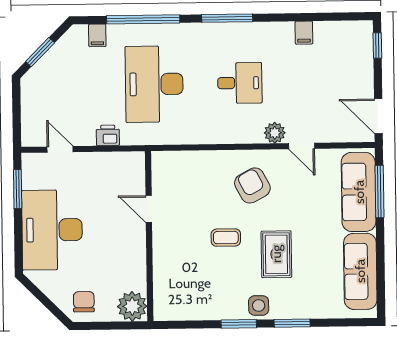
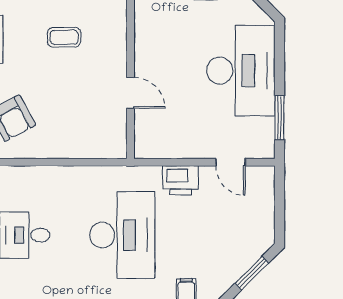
printer: (108, 135) -> (181, 180), width x1.36, depth x1.24
coffee table: (226, 238) -> (64, 37), moved

